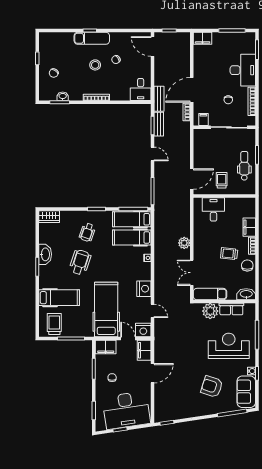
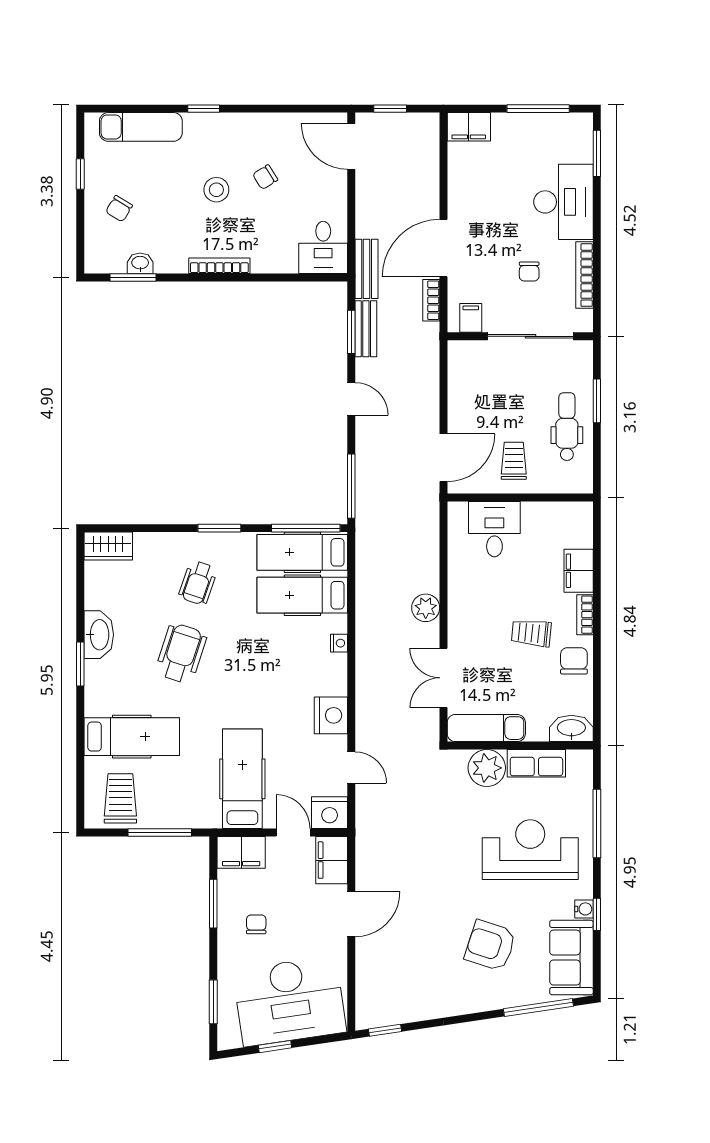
exam couch: (92, 38) -> (141, 127), moved
hospital bed: (106, 310) -> (242, 779), width x0.73, depth x0.78

